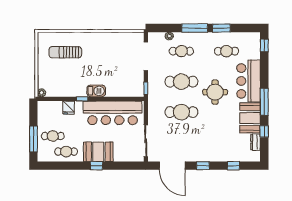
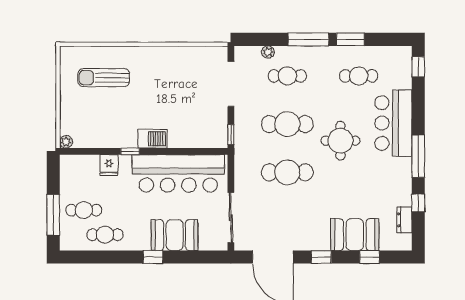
booth: (250, 118) -> (355, 235), moved, turned 90
booth: (98, 152) -> (175, 235), moved

